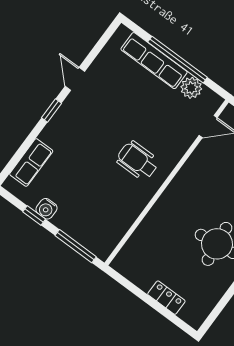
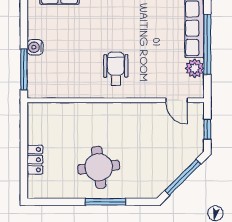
water cooler: (46, 209) -> (35, 47), moved
window: (34, 215) -> (24, 24), removed

